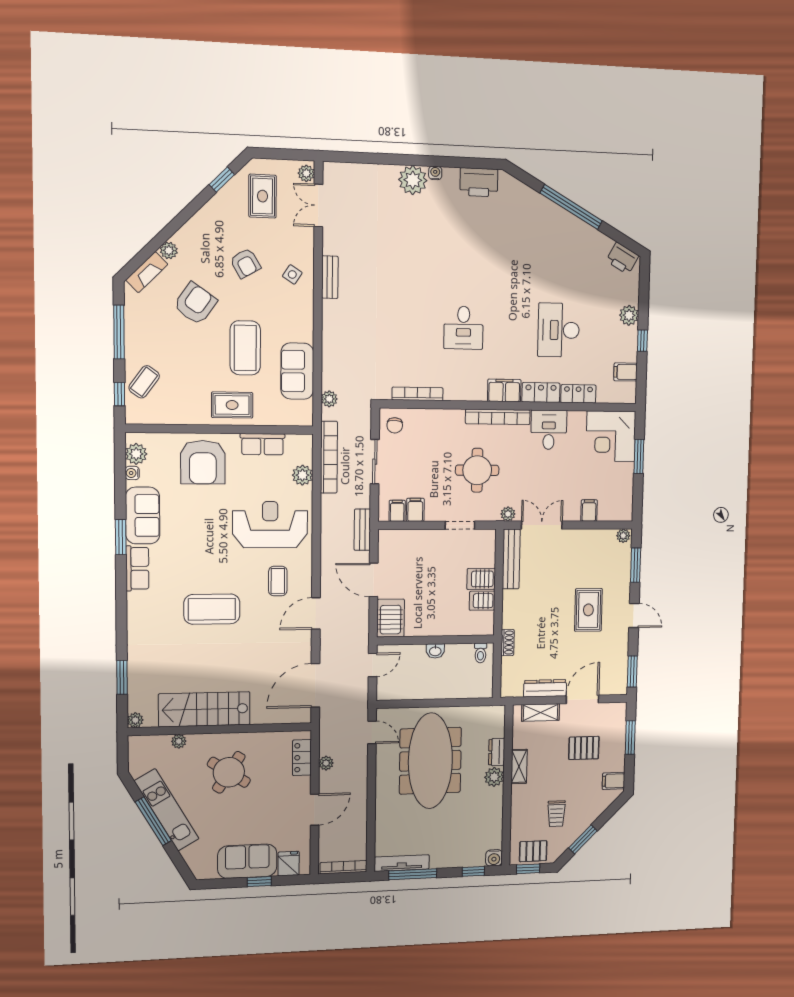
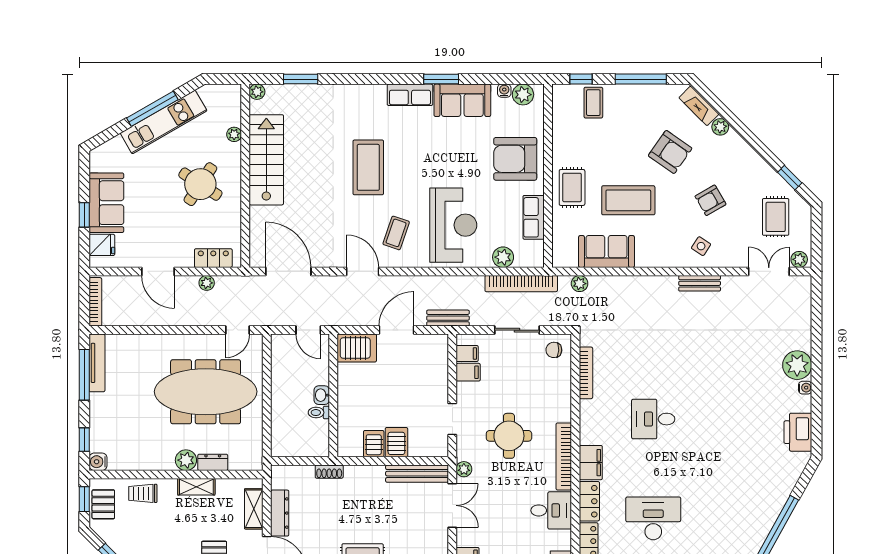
rug: (263, 196) -> (776, 217), turned 90
coffee table: (144, 382) -> (593, 103), turned 54
coffee table: (278, 581) -> (396, 233), turned -71
toilet: (480, 653) -> (319, 413), moved
trolley: (556, 814) -> (143, 493), moved

